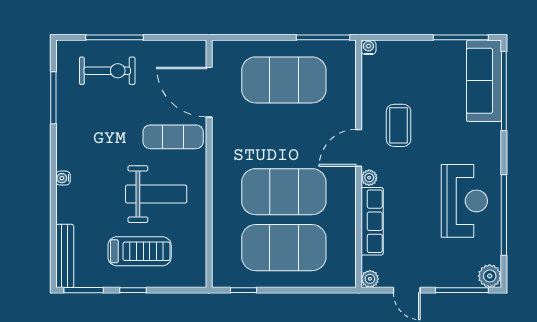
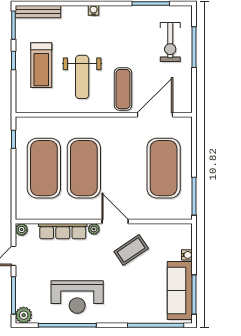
water cooler: (368, 47) -> (187, 255), moved
sofa: (484, 81) -> (180, 291), moved, turned -90
coffee table: (399, 125) -> (131, 250), turned -34

